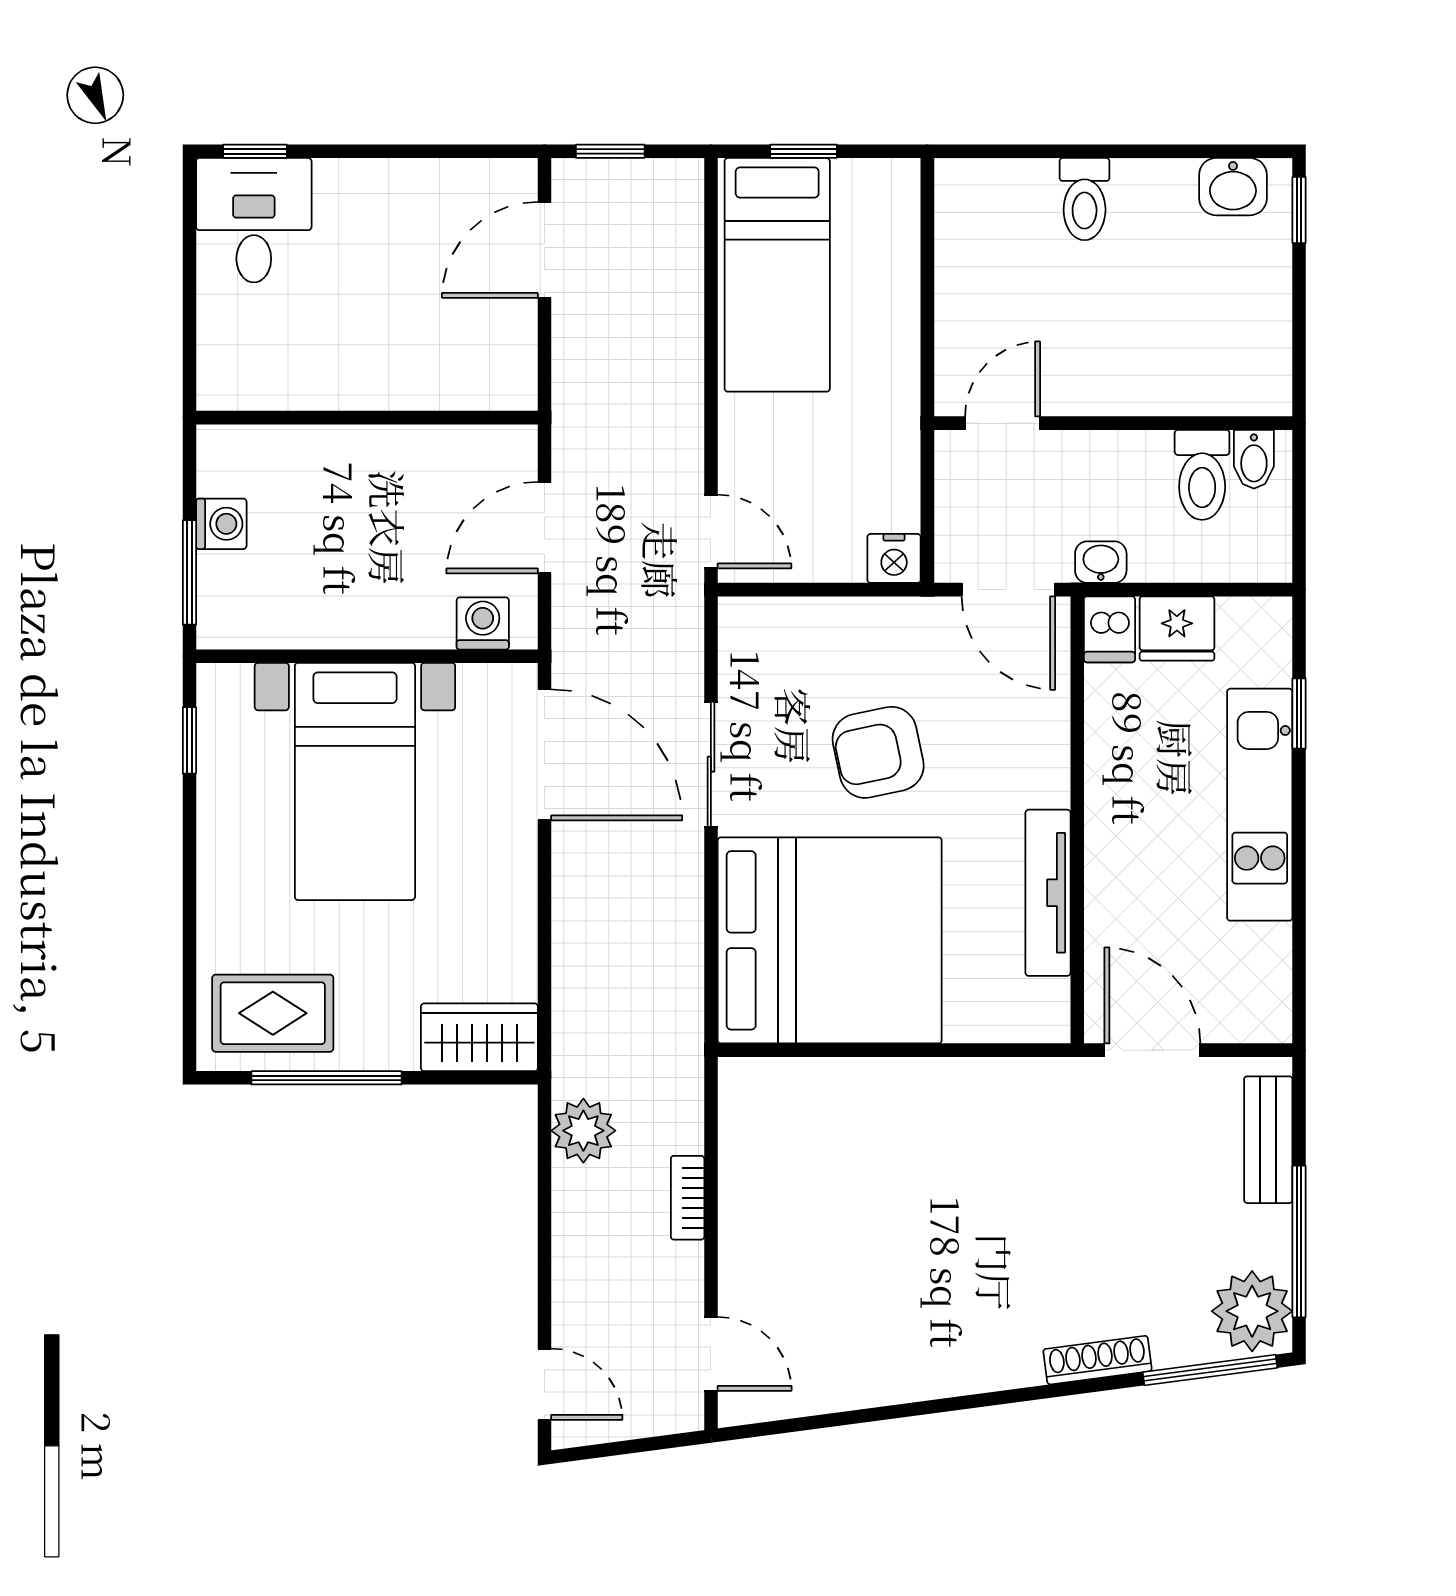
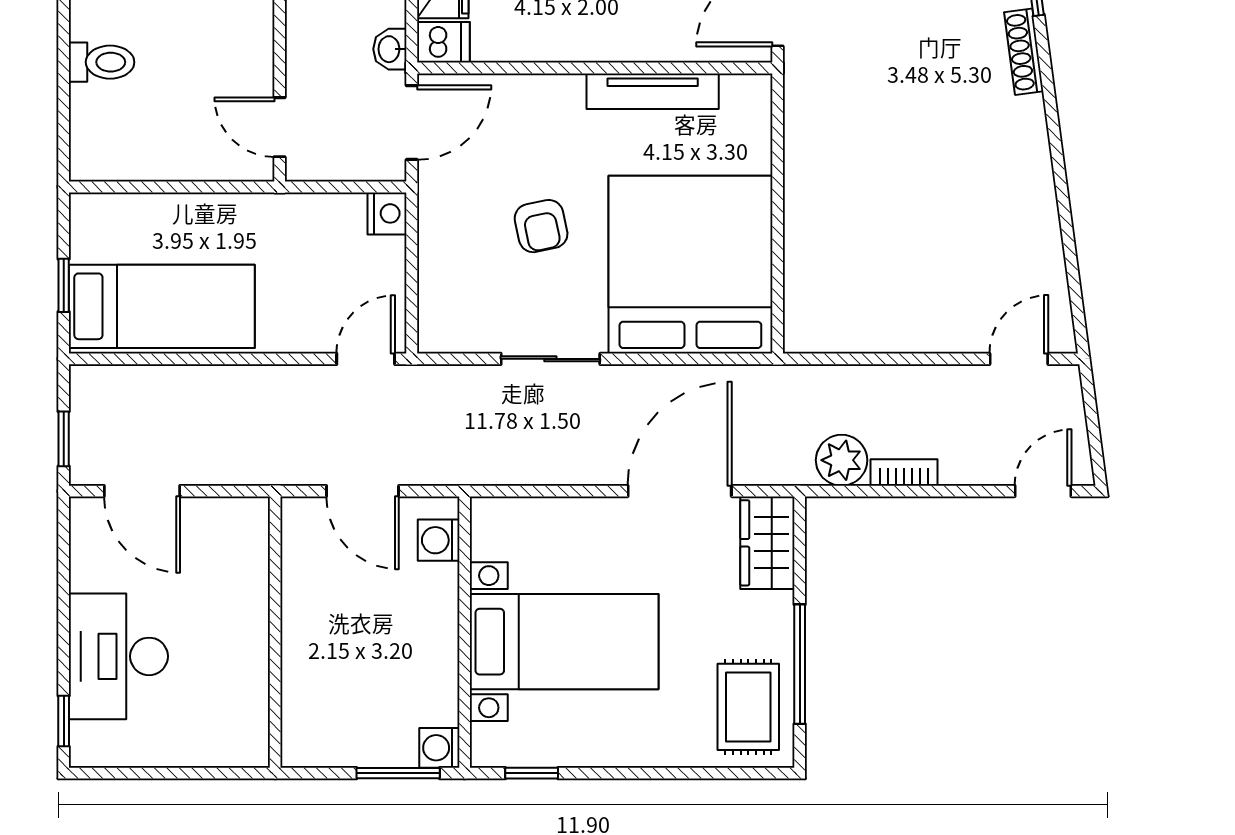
desk: (254, 220) -> (118, 656), moved, width x1.37
washing machine: (221, 524) -> (439, 748), moved, turned -90
armchair: (878, 752) -> (541, 226), width x0.72, depth x0.72
door: (545, 755) -> (680, 491), moved
bookcase: (688, 1198) -> (904, 472), moved, turned 180

